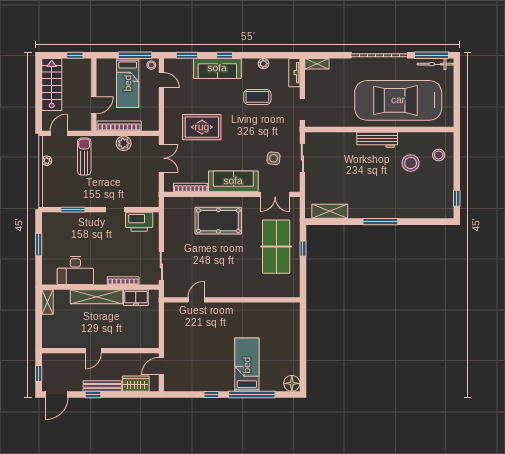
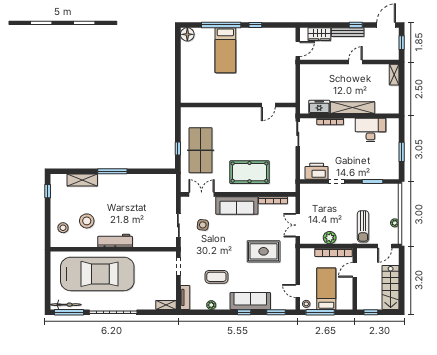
shelving: (330, 211) -> (82, 180), moved
shelving: (47, 302) -> (394, 75), moved

